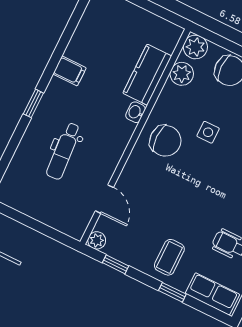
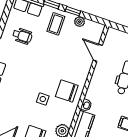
plant: (97, 240) -> (80, 22), moved
window: (116, 264) -> (73, 11), moved

